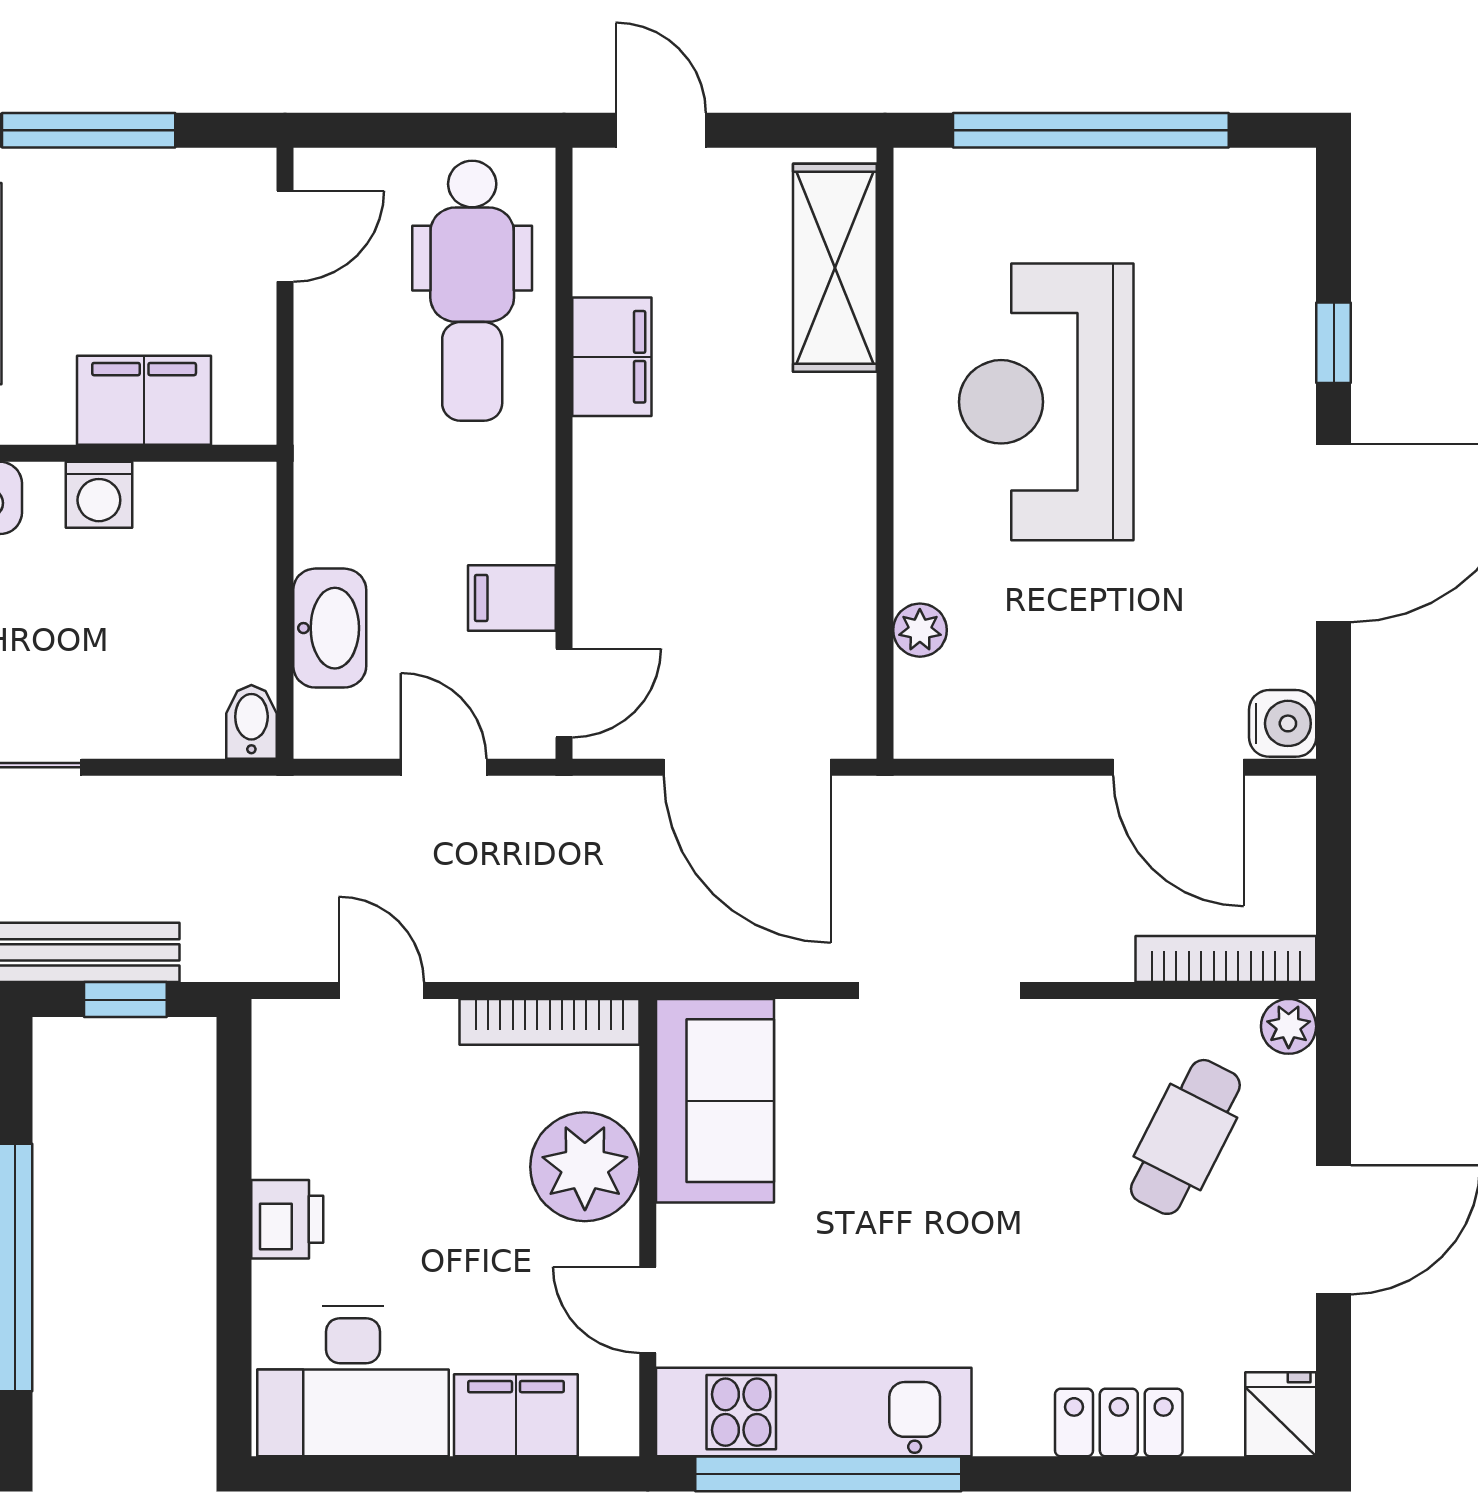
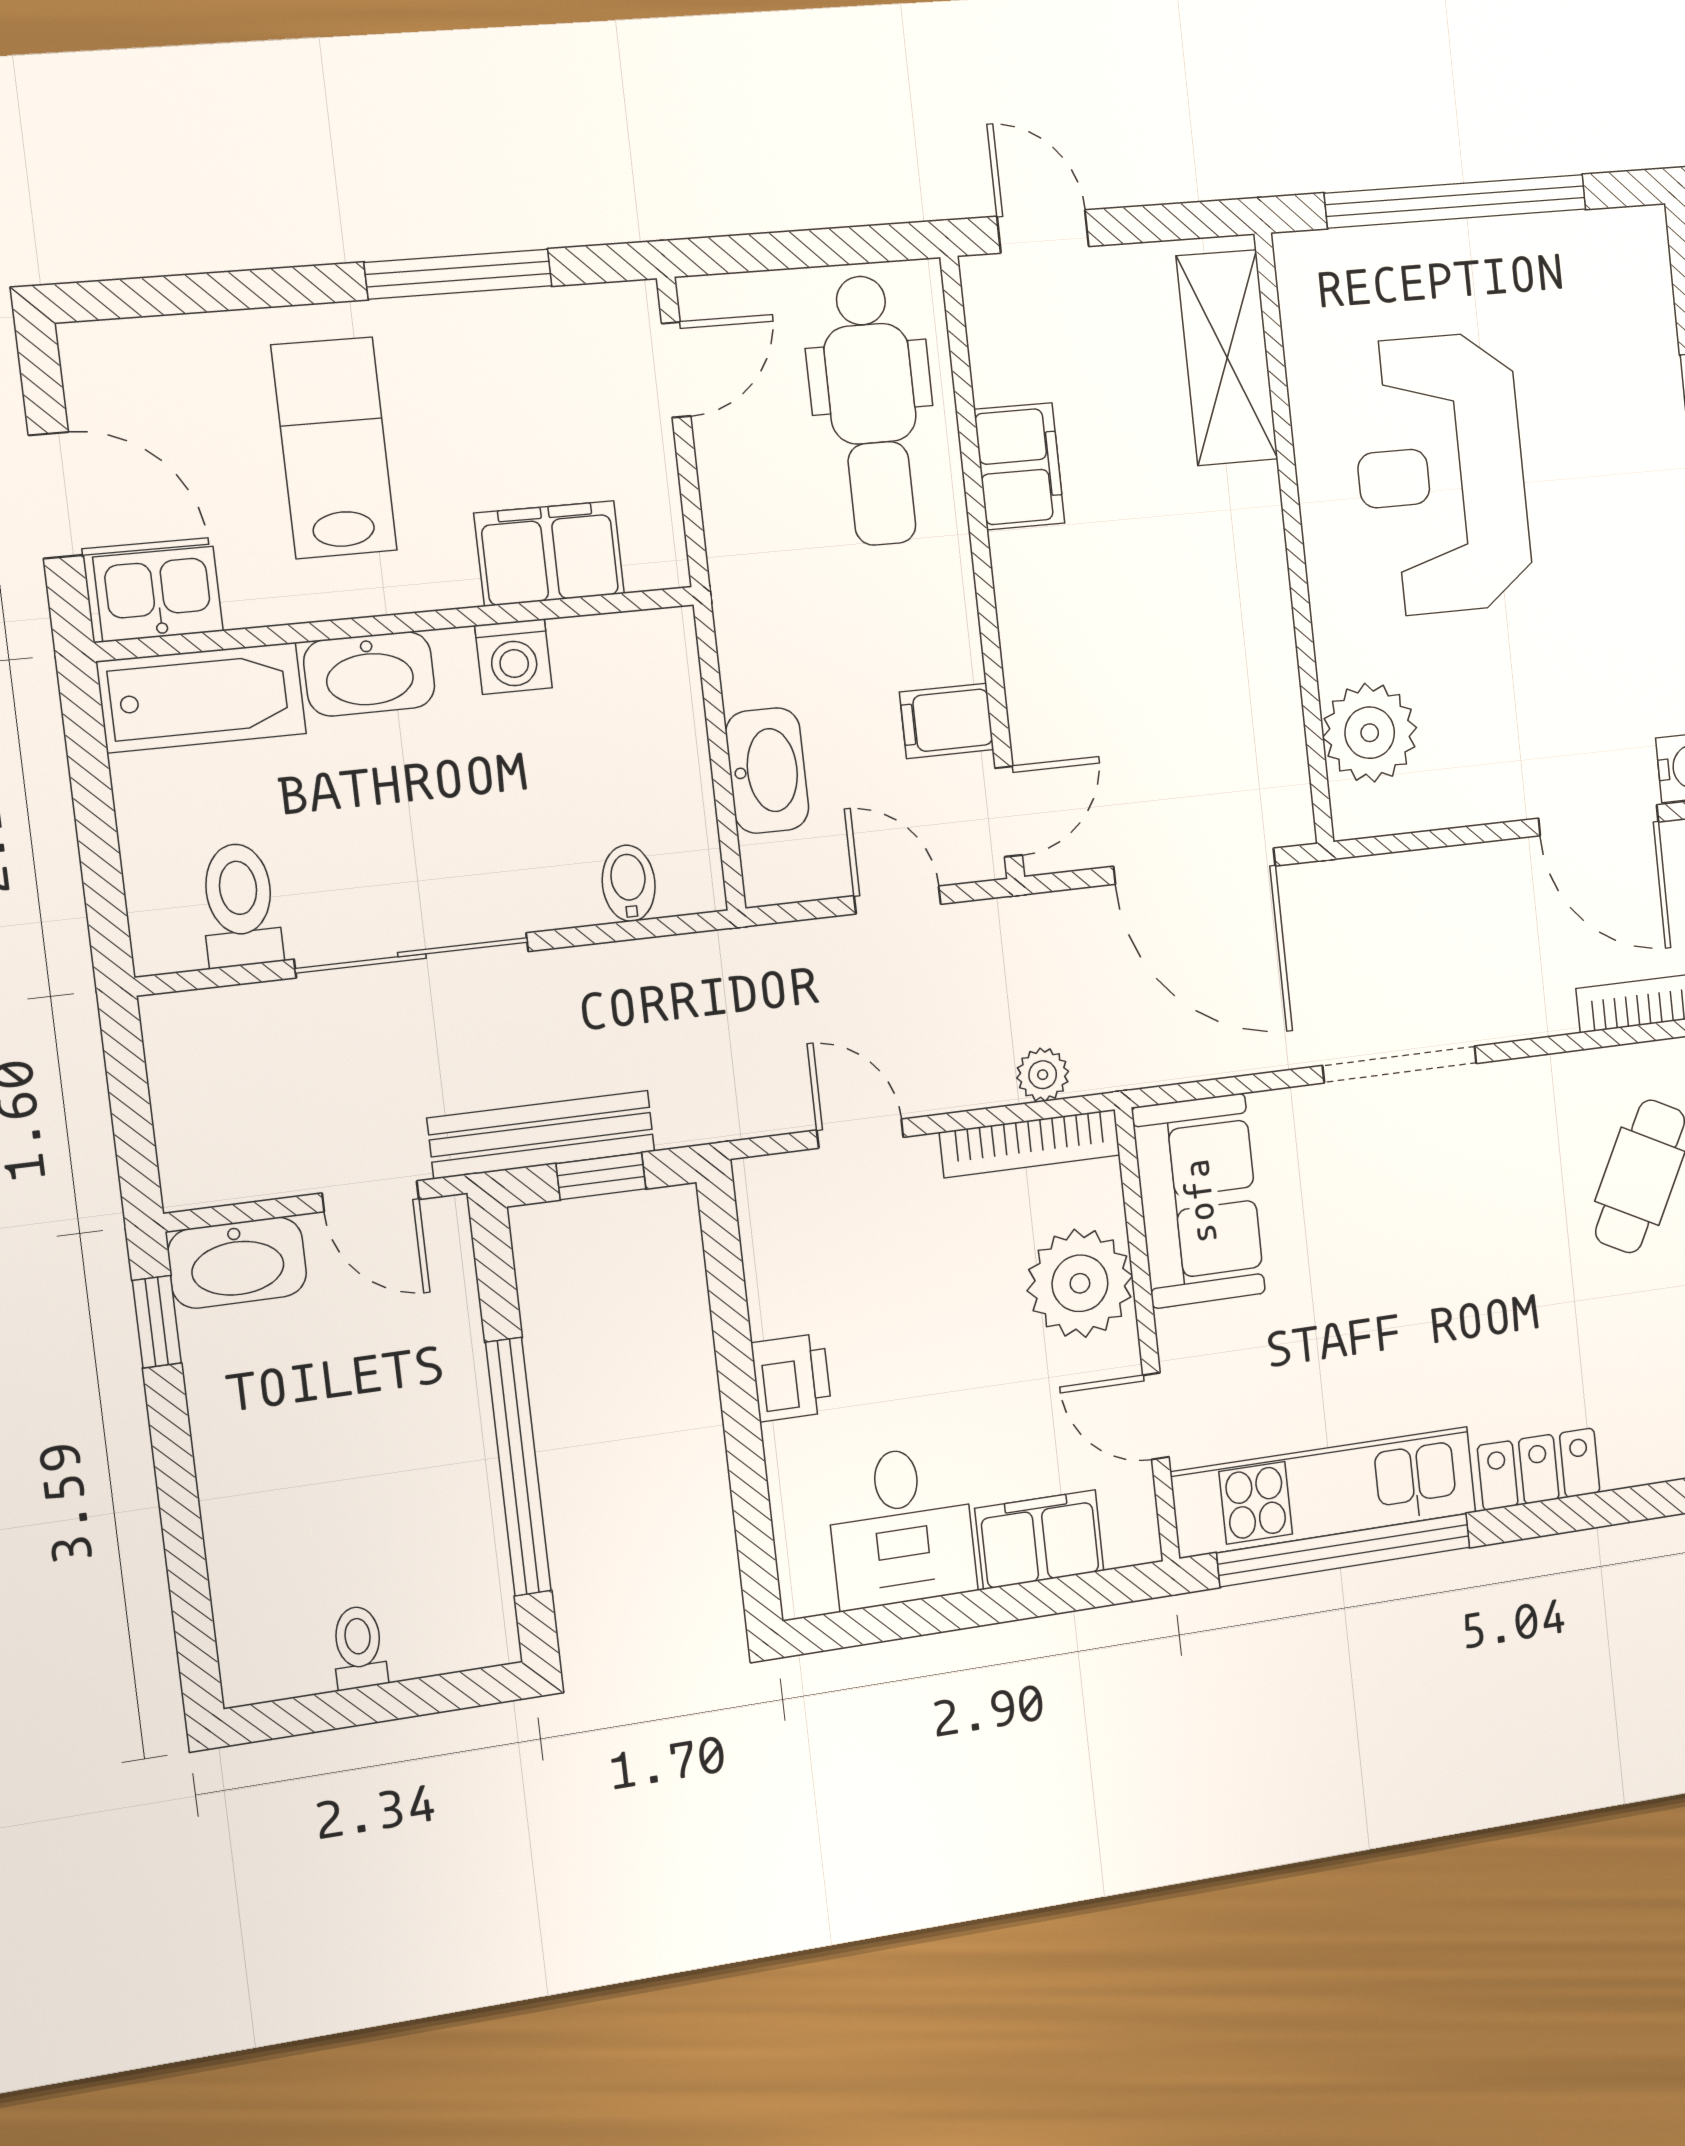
plant: (920, 630) -> (1370, 733), width x1.87, depth x1.87
bidet: (251, 722) -> (629, 883), moved
plant: (570, 955) -> (1043, 1075), added
desk: (353, 1381) -> (901, 1526), width x0.73
locker: (1119, 1423) -> (1539, 1469), moved

